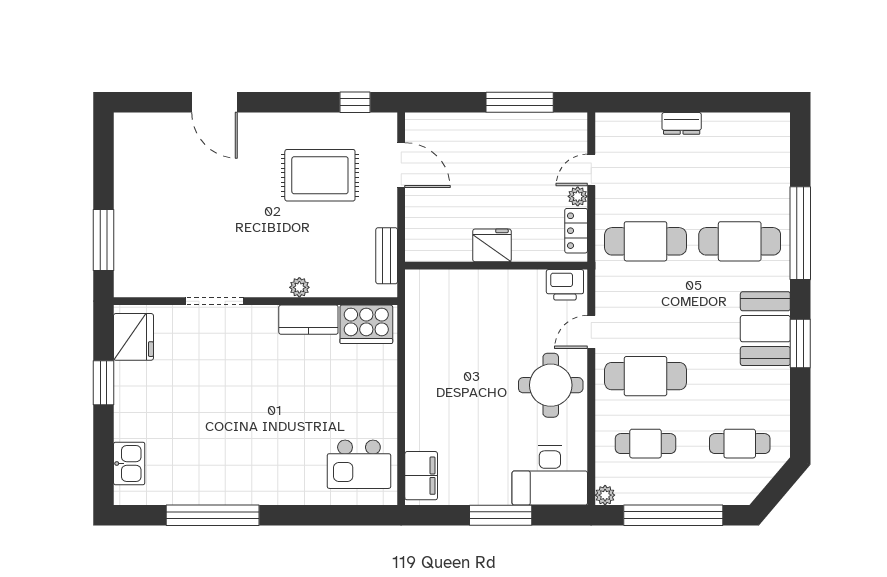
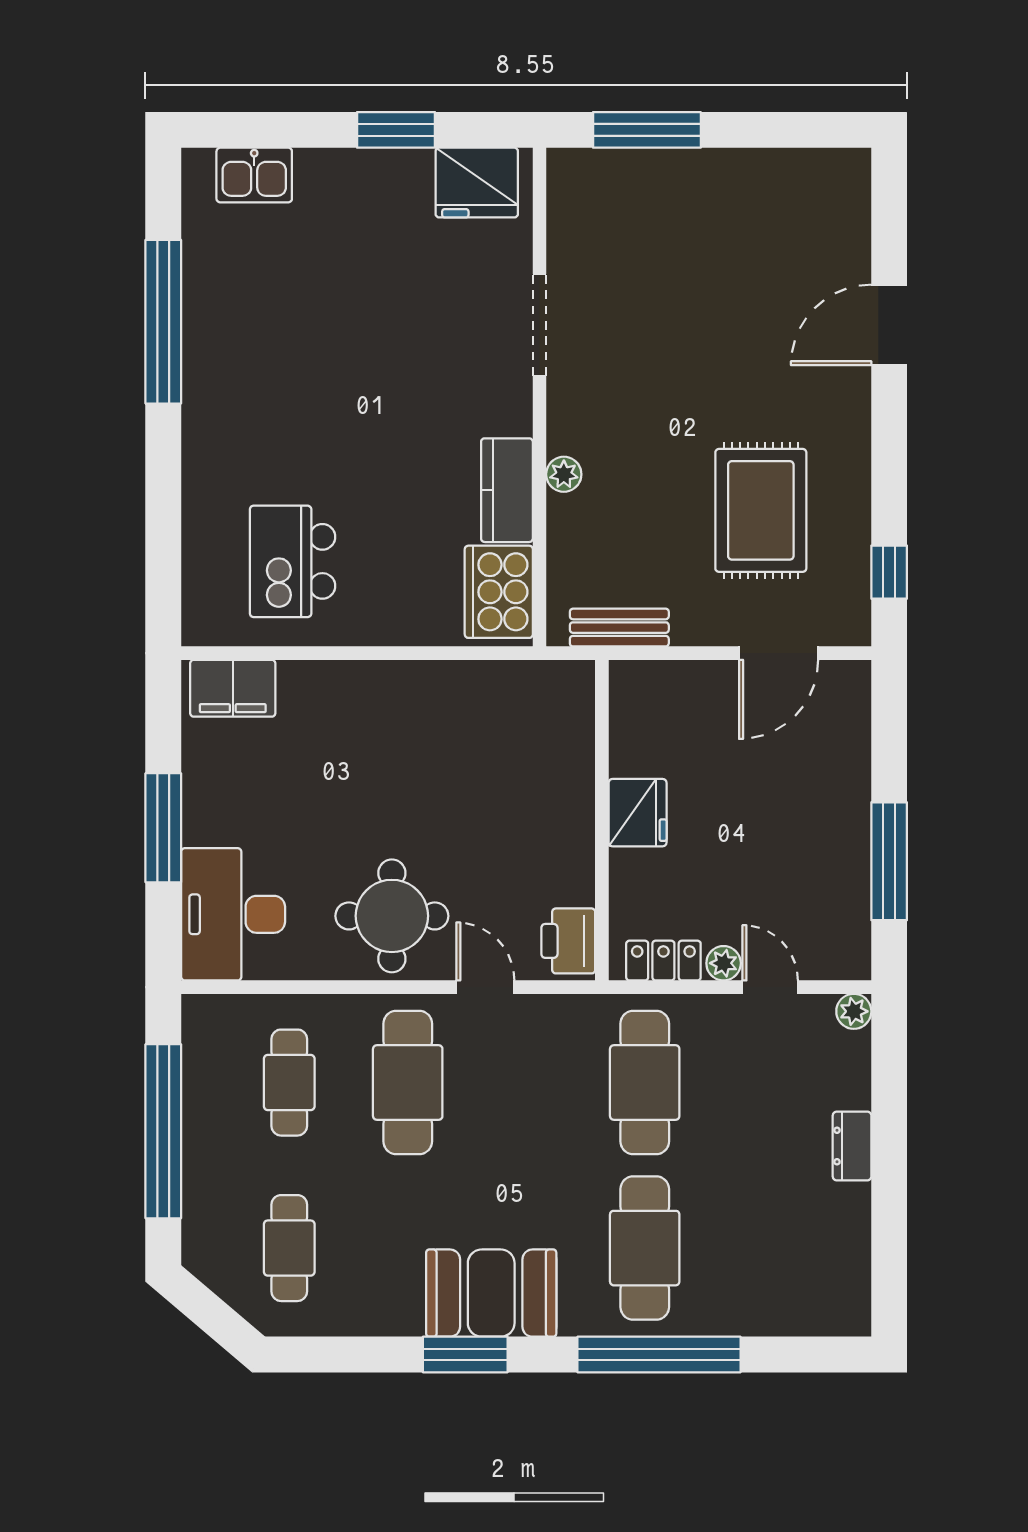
kitchen island: (359, 464) -> (293, 561), moved
plant: (605, 495) -> (854, 1011), moved

